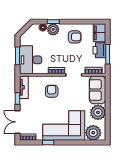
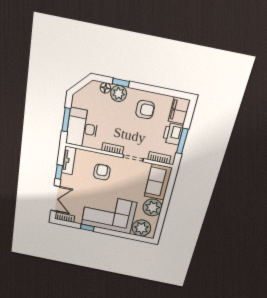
double door: (17, 122) -> (55, 199), swing flipped

